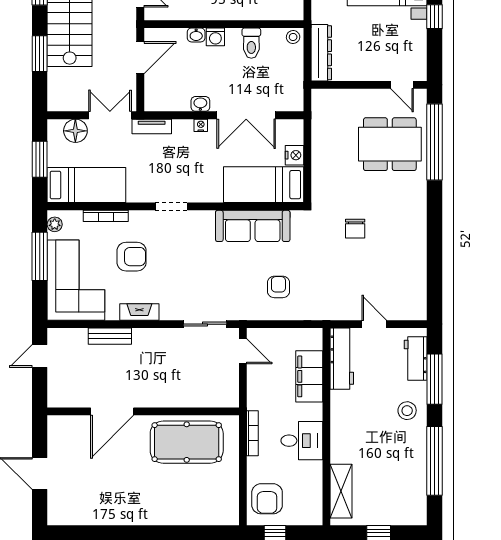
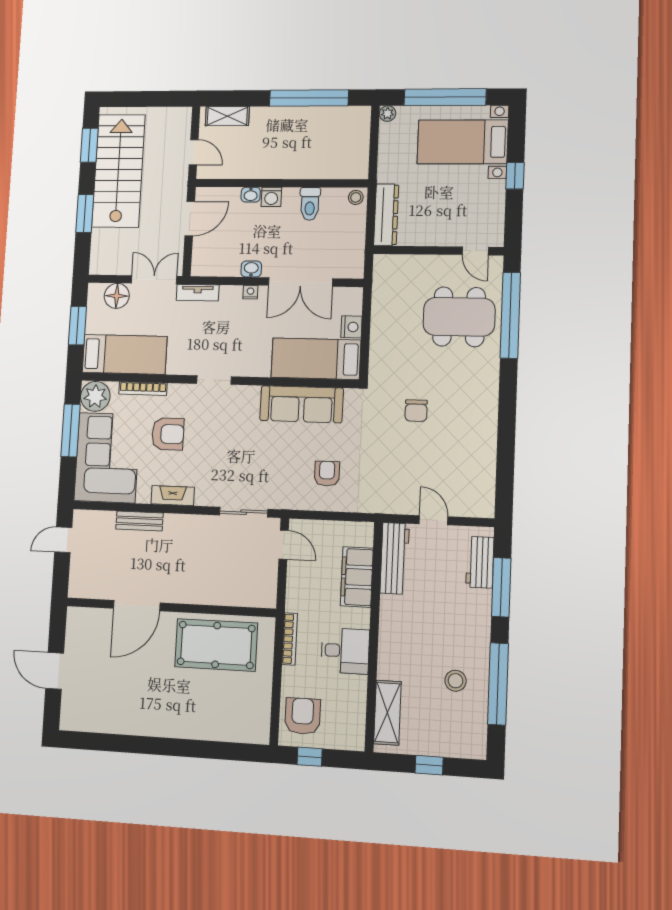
plant: (55, 224) -> (95, 396), width x1.87, depth x1.87
stool: (407, 411) -> (456, 681), moved
armchair: (267, 499) -> (303, 716), turned 180

